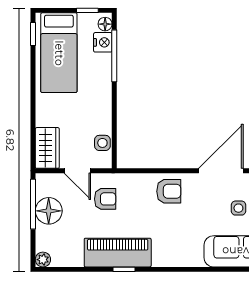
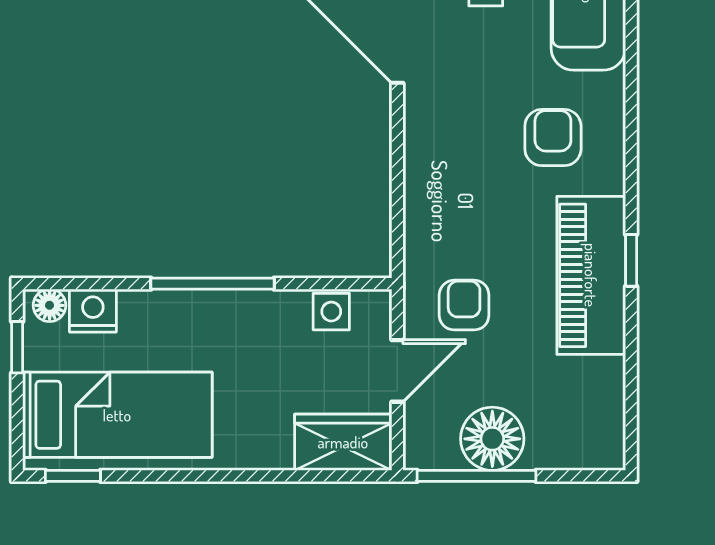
window: (114, 56) -> (212, 284), moved
armchair: (169, 191) -> (553, 138), moved
plant: (43, 260) -> (608, 453), removed

